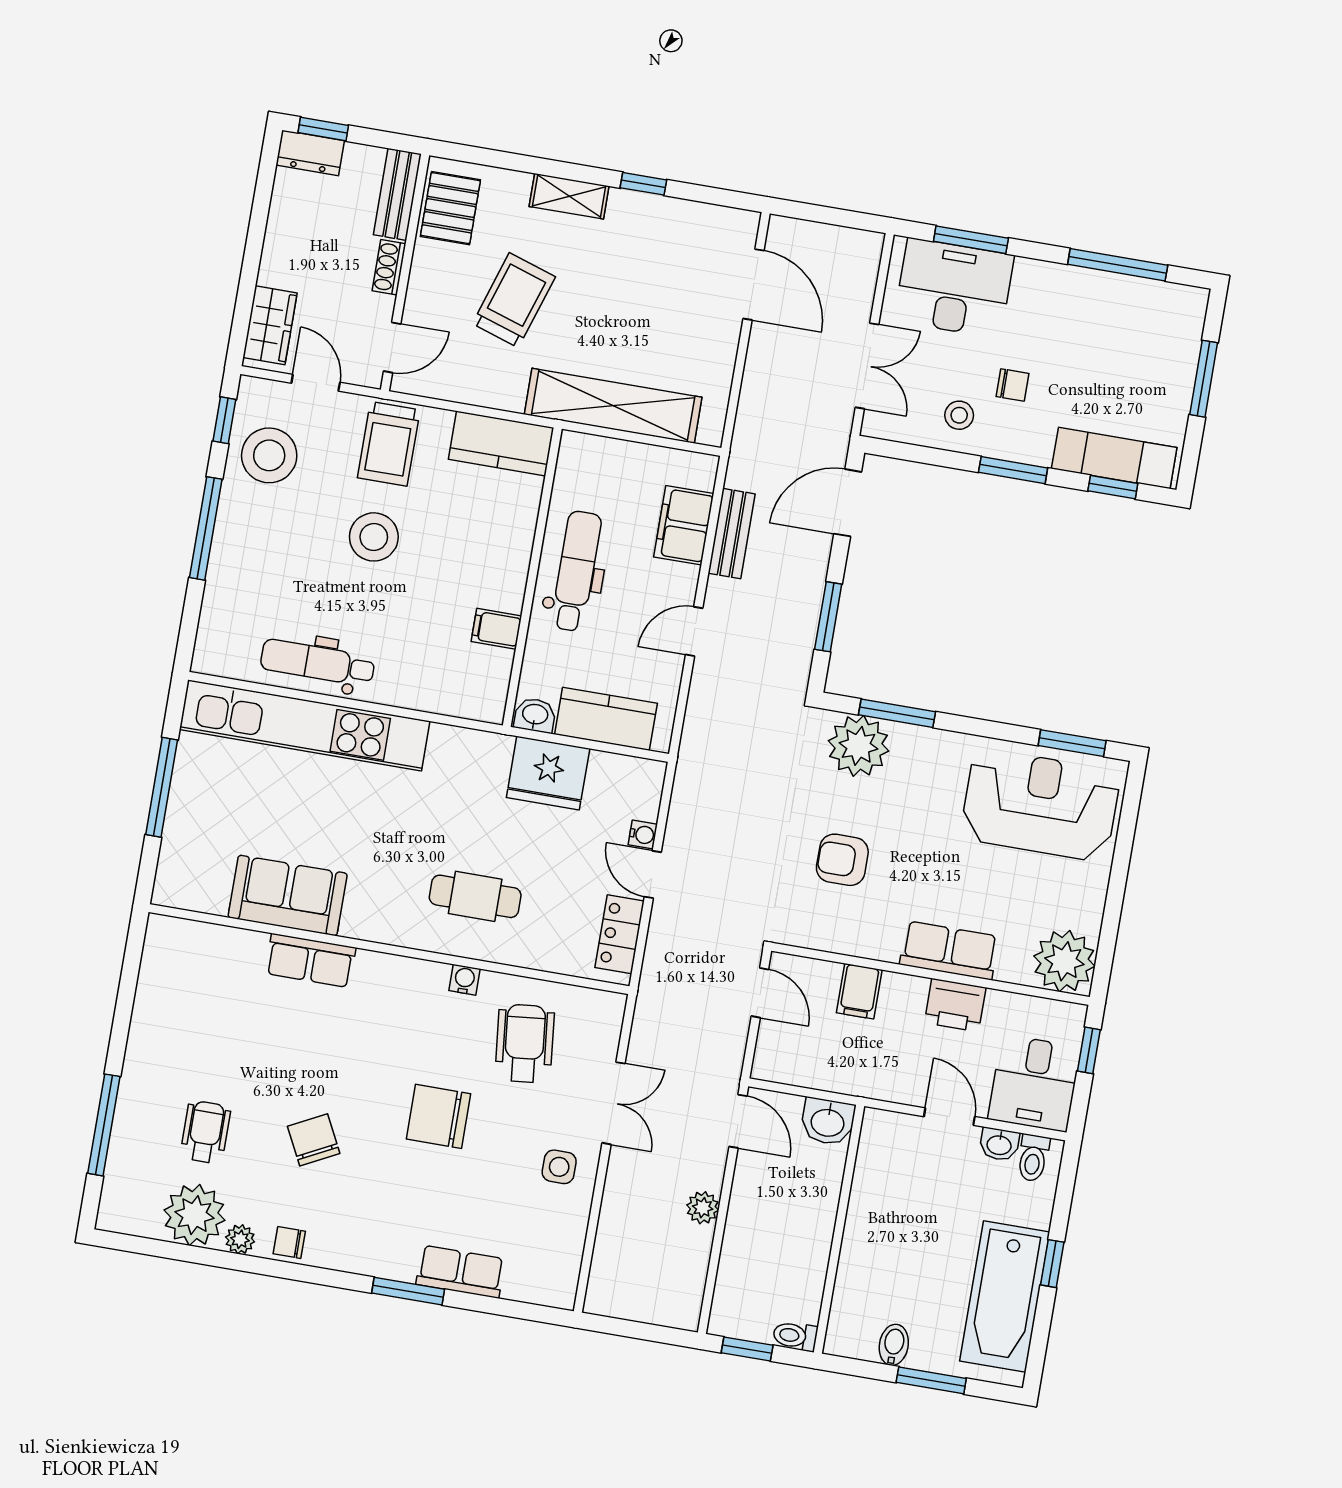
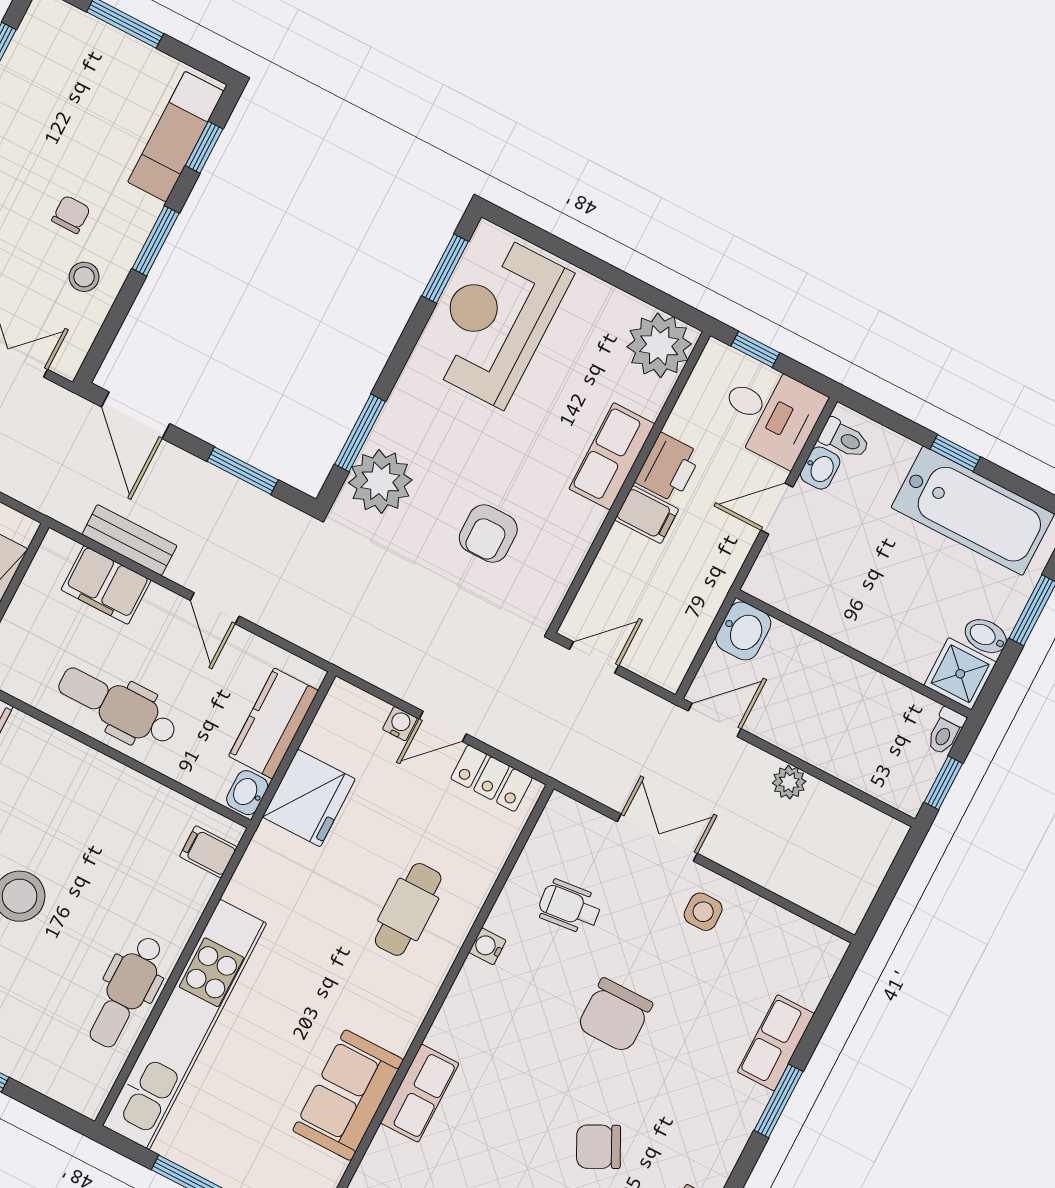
filing cabinet: (496, 629) -> (208, 852), moved, turned 90
filing cabinet: (859, 991) -> (647, 515), moved
wheelchair: (525, 1043) -> (570, 907), width x0.73, depth x0.73
shower: (852, 1332) -> (960, 674), added

